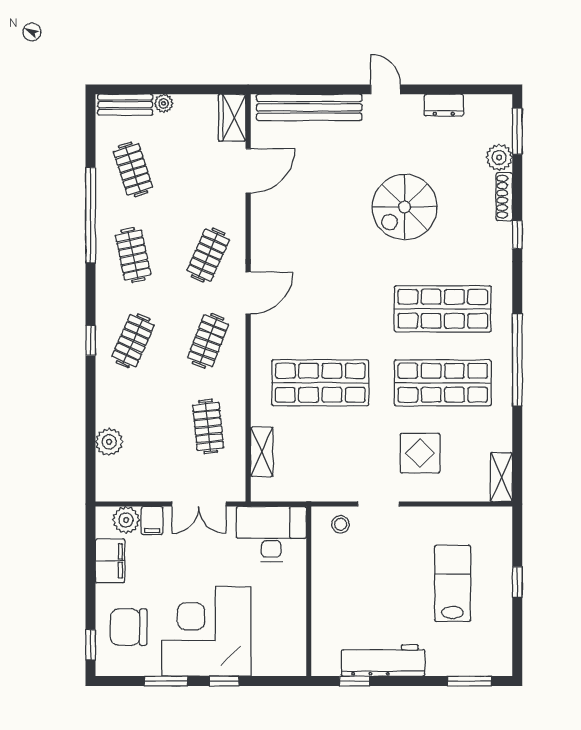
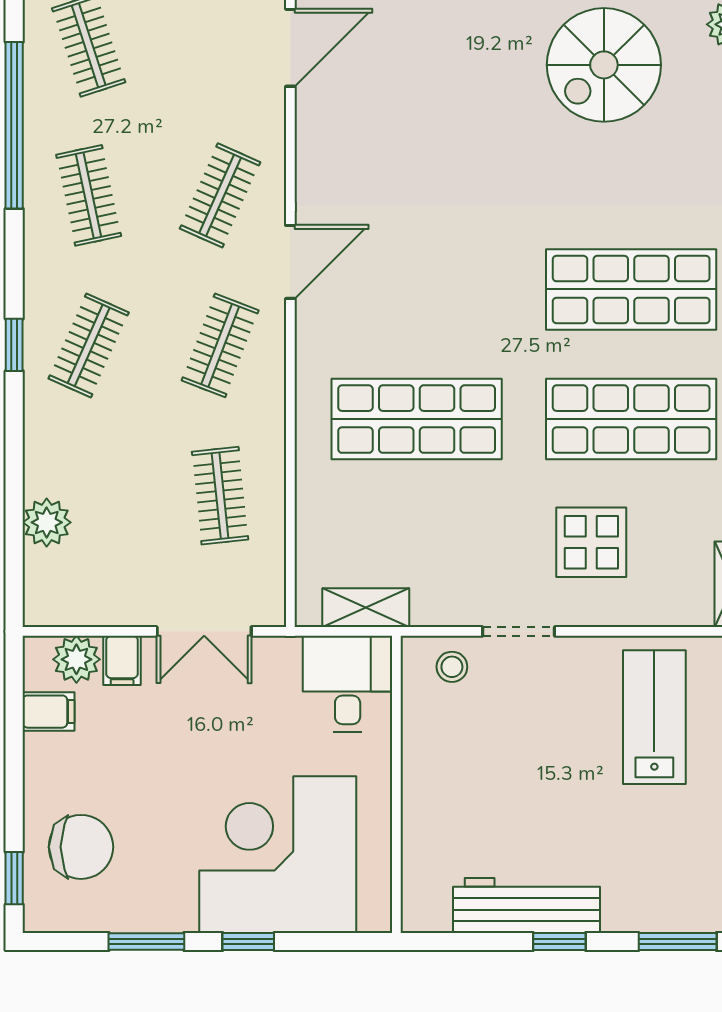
spiral stairs: (405, 207) -> (604, 65), moved
shelving: (262, 452) -> (366, 608), moved, turned 90
desk: (271, 534) -> (348, 684), width x0.73
filing cabinet: (110, 561) -> (48, 712), width x0.50
lab bench: (453, 583) -> (654, 717), moved
chair: (129, 627) -> (81, 847), turned 180
corner desk: (206, 631) -> (278, 855), moved
window: (355, 681) -> (559, 942), moved

